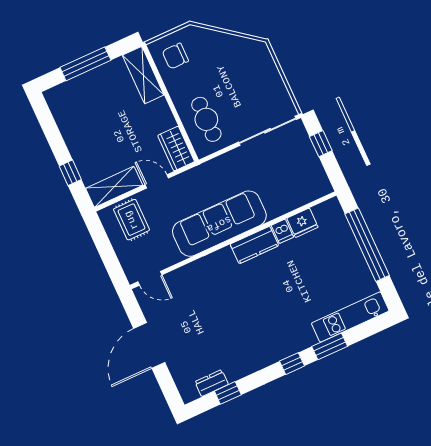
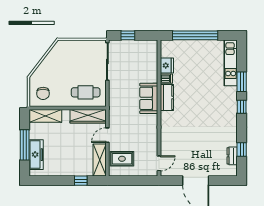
freezer: (79, 88) -> (36, 155), added
wardrobe: (176, 149) -> (88, 116), width x1.50
sofa: (219, 224) -> (149, 98), width x0.54, depth x0.79

